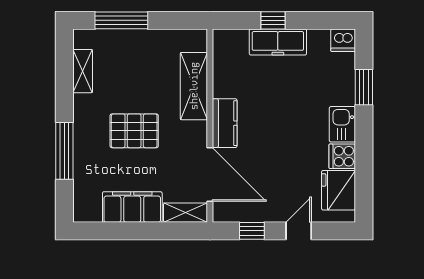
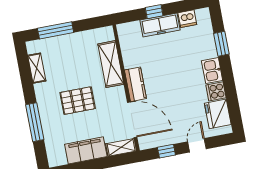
dishwasher: (343, 40) -> (187, 19), moved

